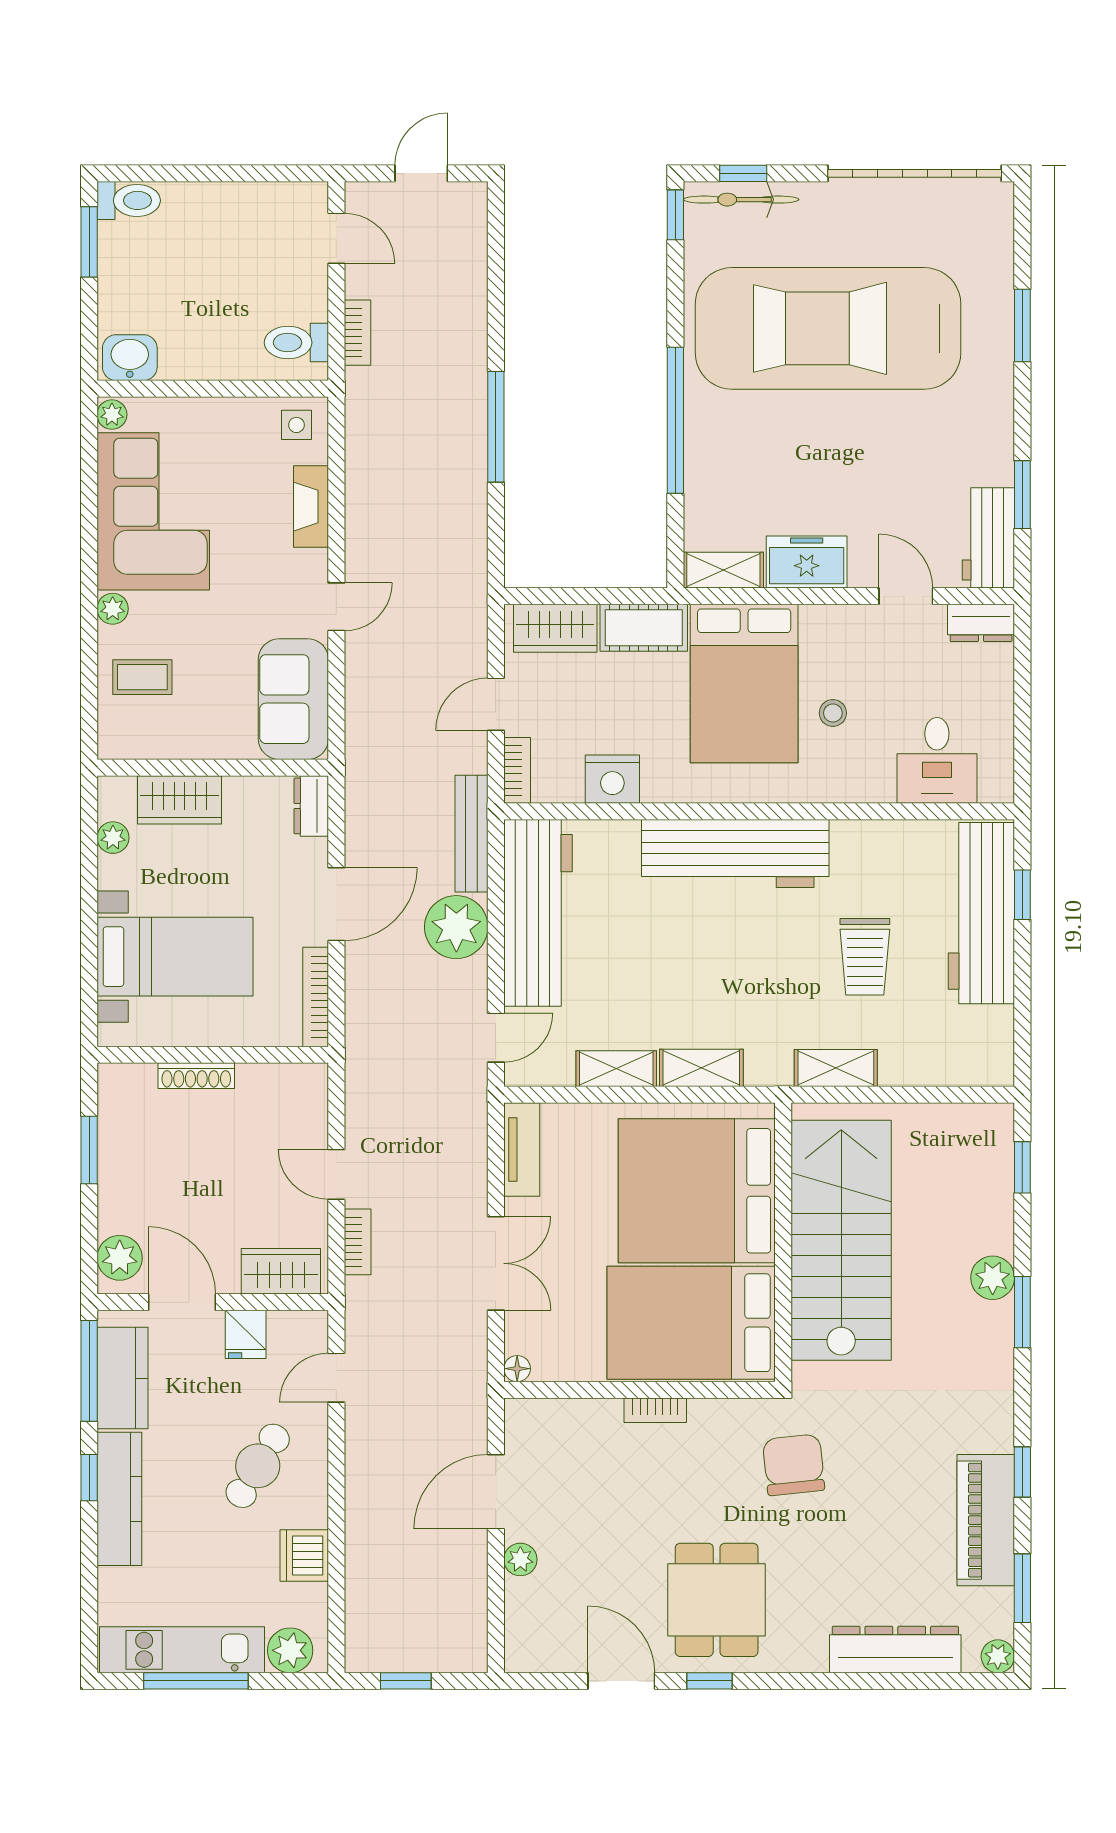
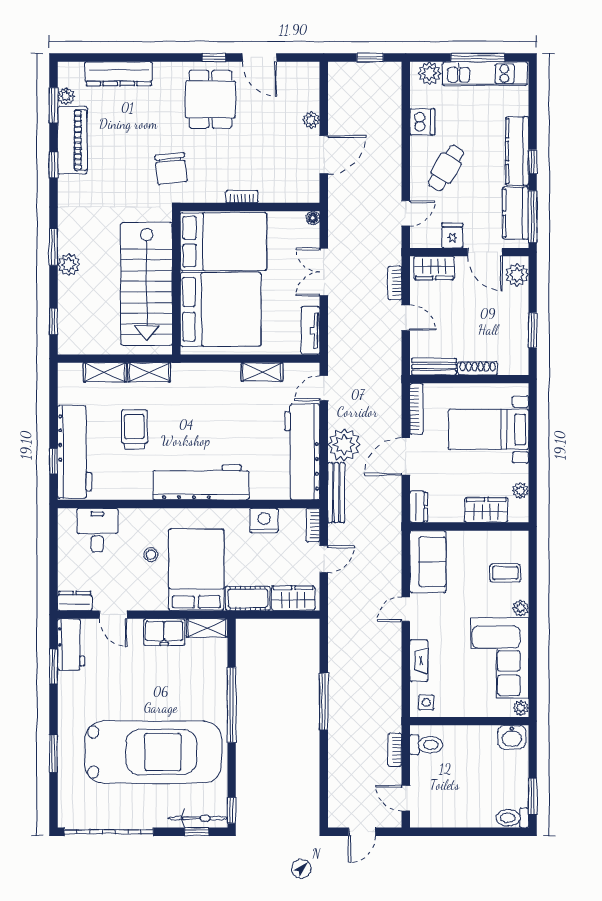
shelving: (701, 1068) -> (105, 372), moved
bench: (281, 1079) -> (434, 366), added
plant: (998, 1656) -> (66, 96), moved

